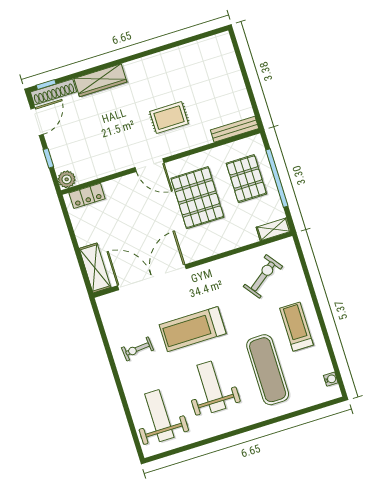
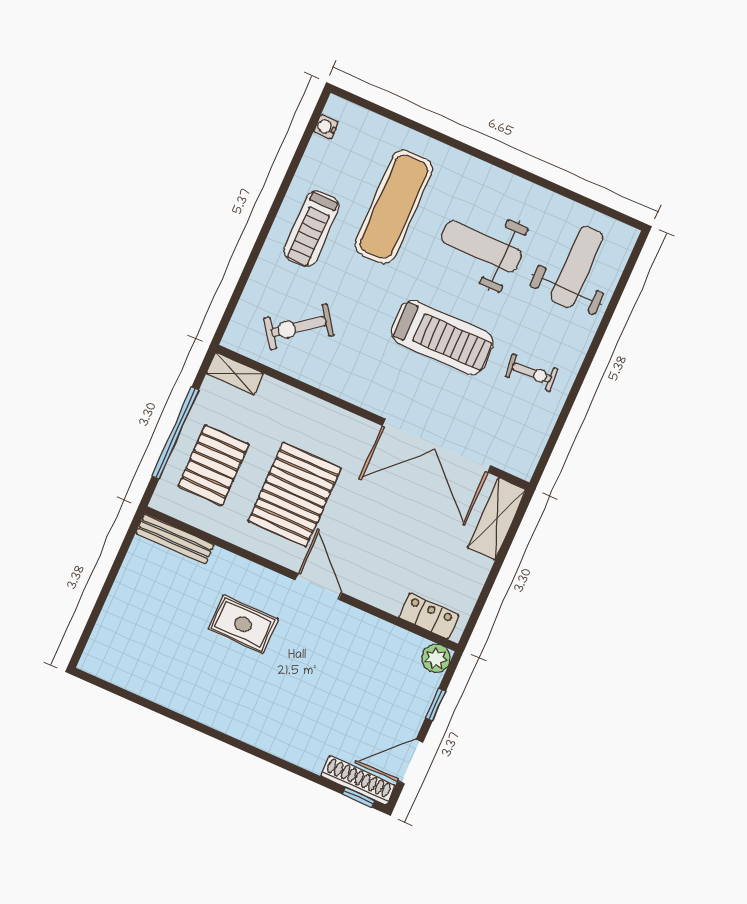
wardrobe: (100, 80) -> (287, 744), removed
weight bench: (211, 387) -> (481, 246), turned 90
weight bench: (159, 416) -> (577, 267), turned 180

